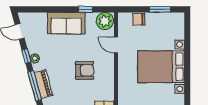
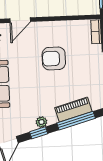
armchair: (85, 70) -> (54, 58), turned -90

